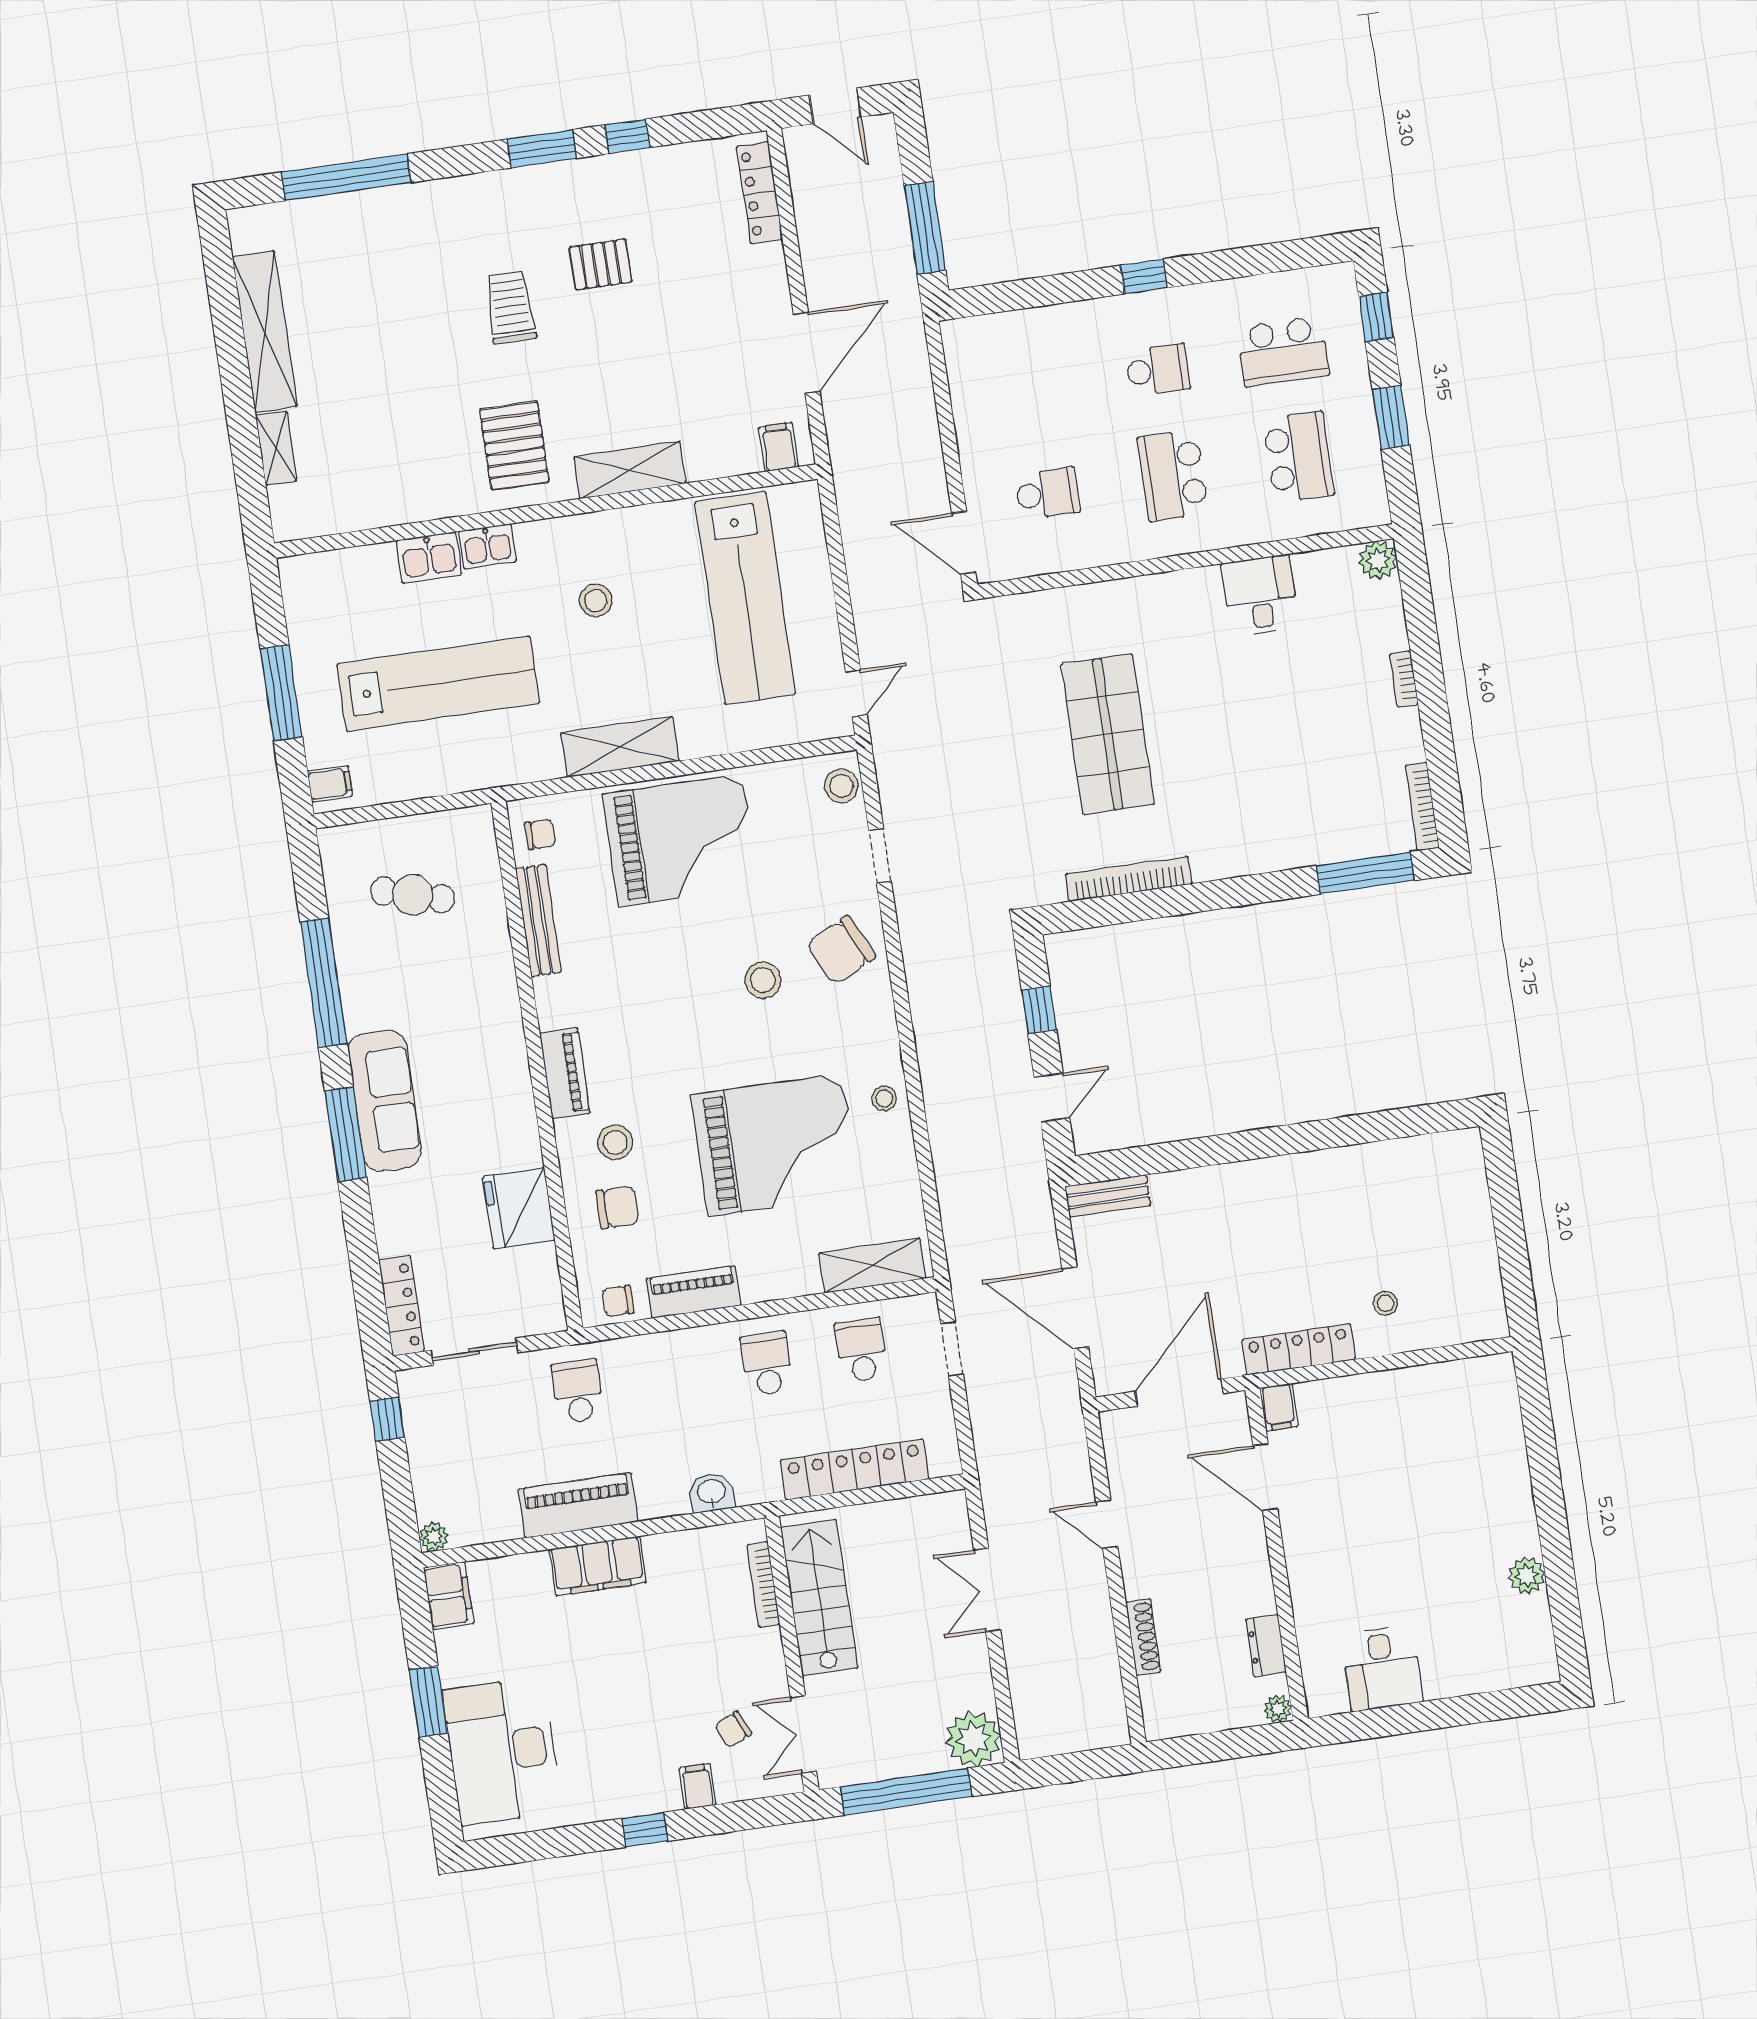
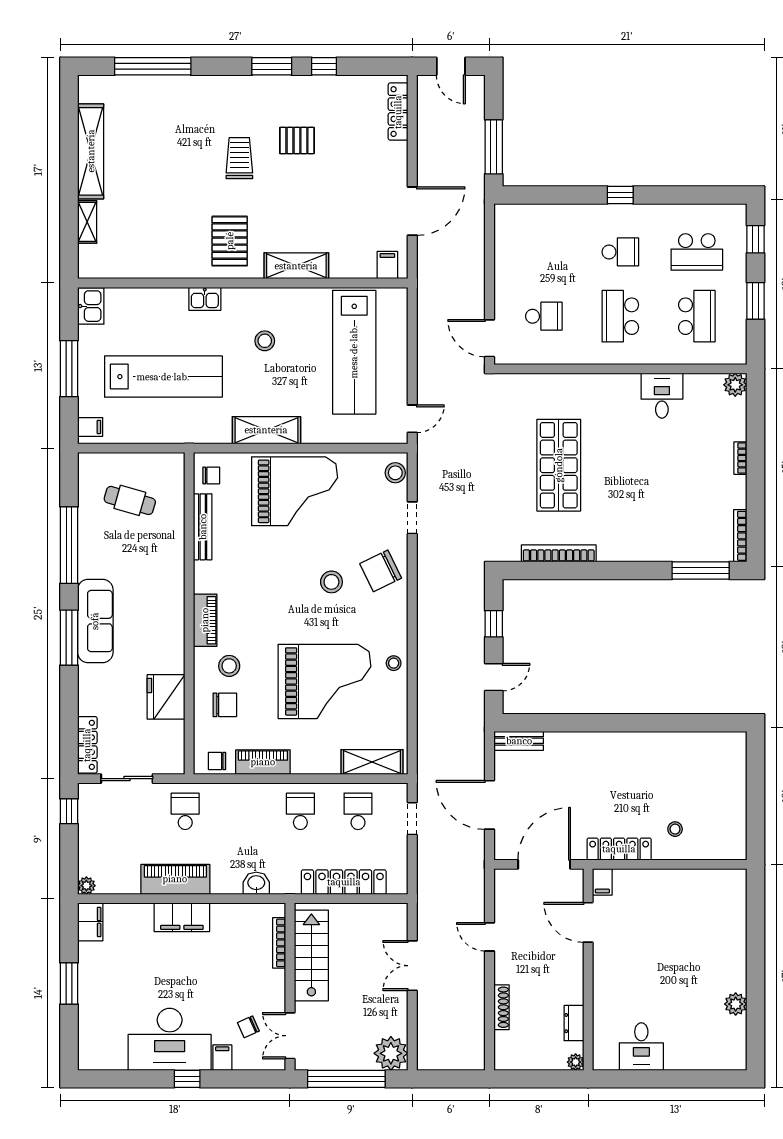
kitchen sink: (429, 557) -> (91, 306), moved, turned -90
desk: (502, 1751) -> (170, 1039), moved, turned -90

